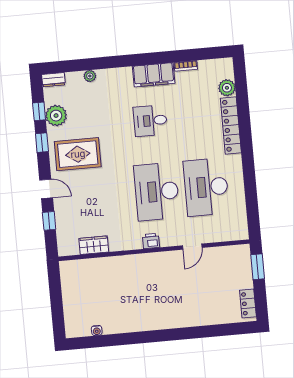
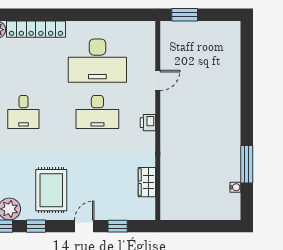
desk: (157, 192) -> (97, 112), width x0.73, depth x0.77
door: (192, 247) -> (158, 80), hinge flipped
locker: (248, 303) -> (222, 28), removed
window: (120, 339) -> (247, 164), added

